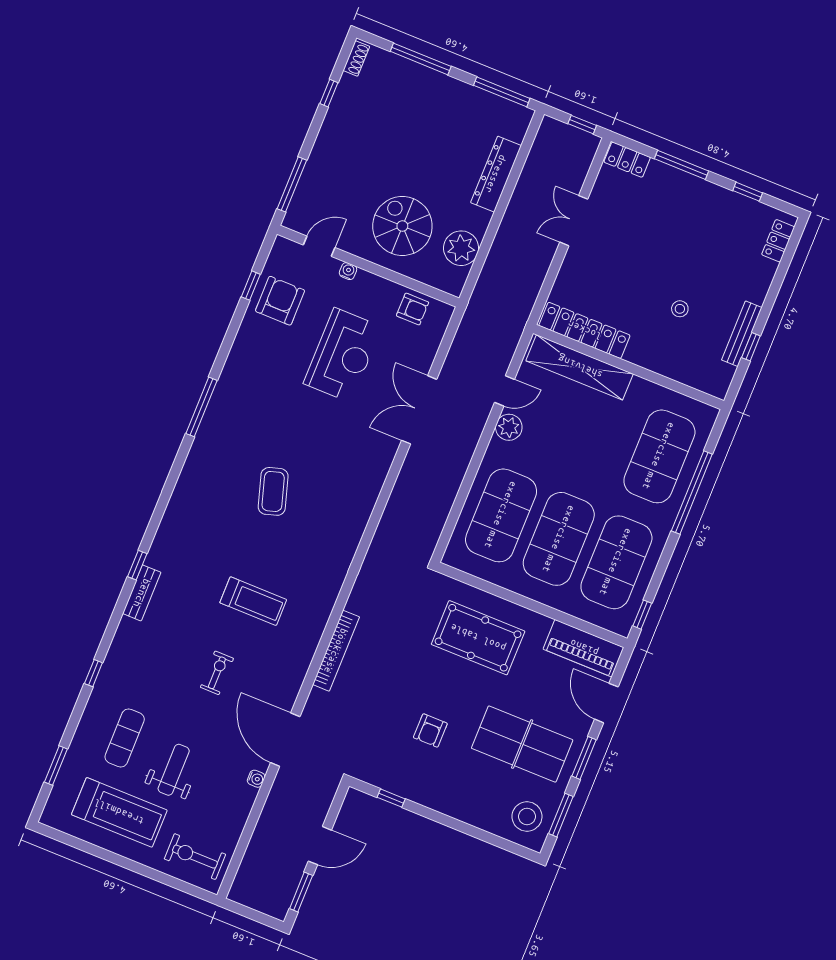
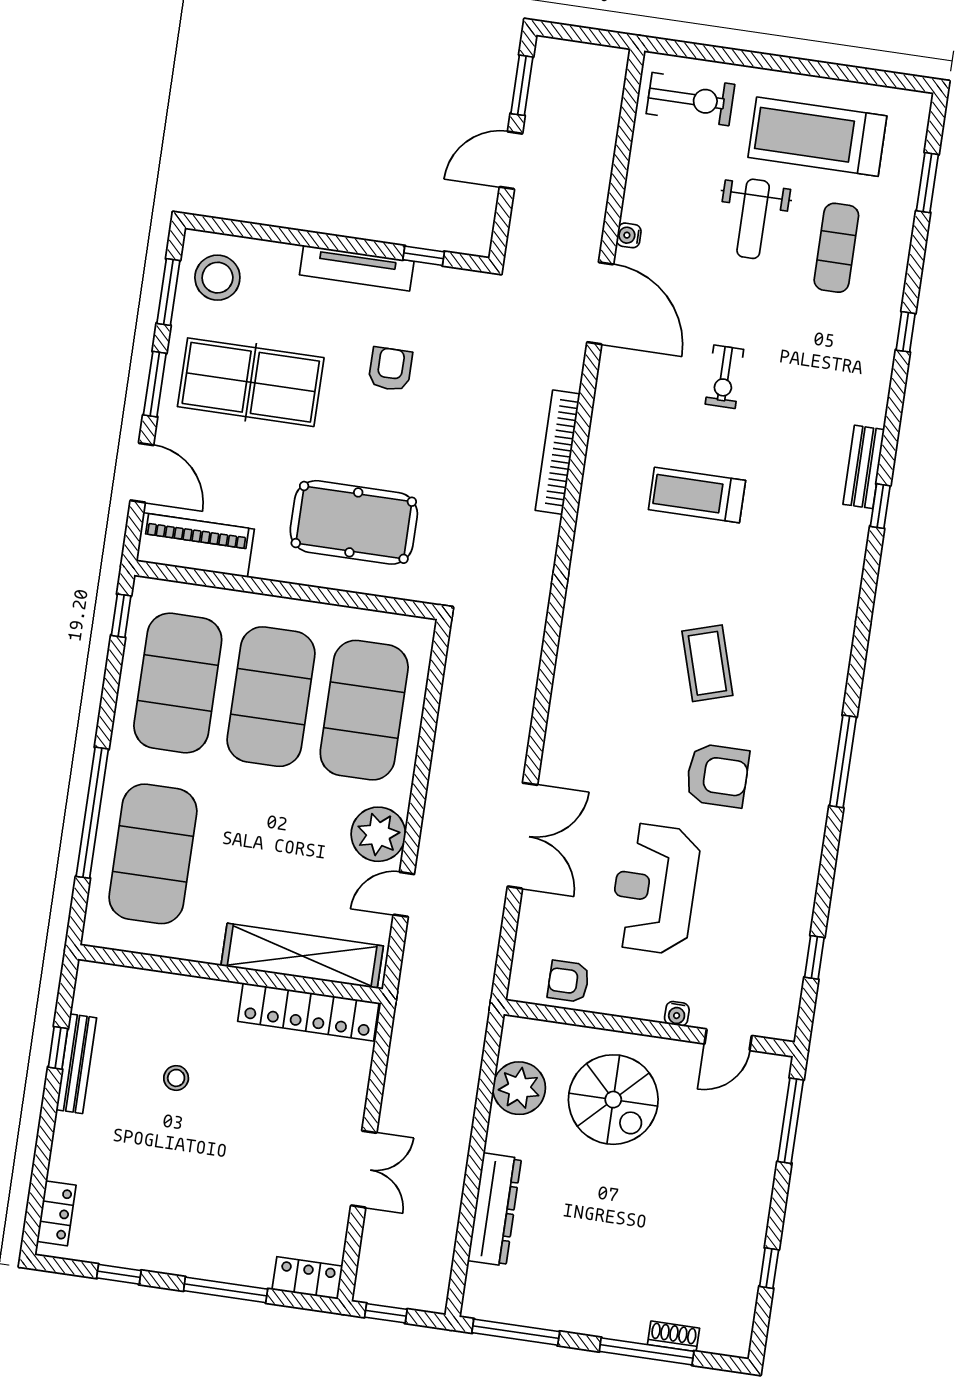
shoe rack: (356, 58) -> (674, 1336), moved, turned 90
armchair: (280, 301) -> (717, 776), moved, turned -90
plant: (509, 427) -> (378, 834), width x1.36, depth x1.36
tv unit: (436, 801) -> (357, 268), added

